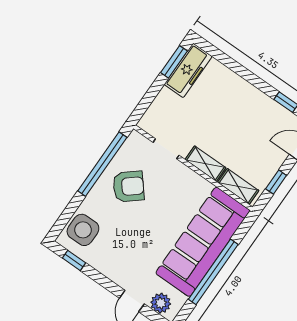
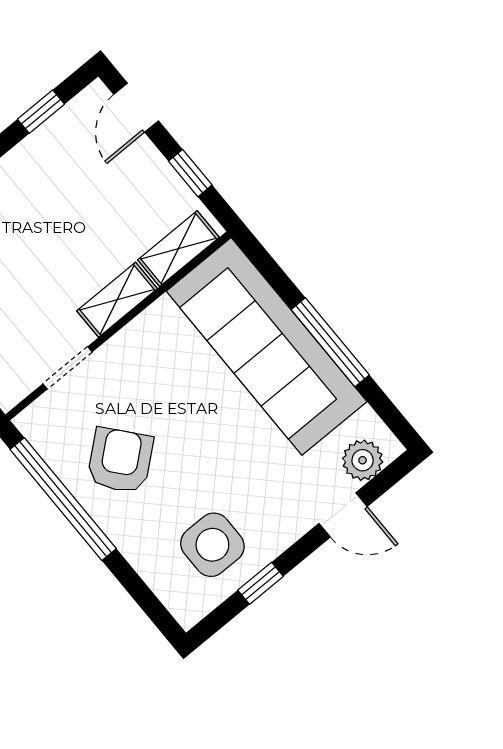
side table: (83, 230) -> (212, 545), moved
window: (74, 260) -> (261, 583), moved
window: (213, 272) -> (330, 342), width x0.68

